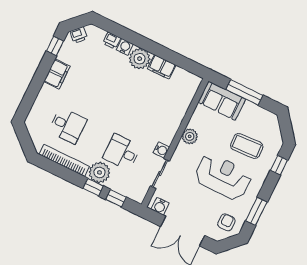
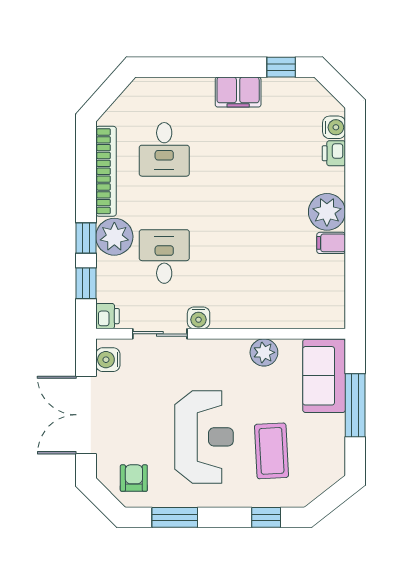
printer: (79, 35) -> (107, 316), moved, turned -135
water cooler: (125, 47) -> (334, 127), moved
filing cabinet: (162, 67) -> (331, 243), width x0.50
plant: (190, 136) -> (264, 352), moved
armchair: (226, 222) -> (134, 478), turned -90

